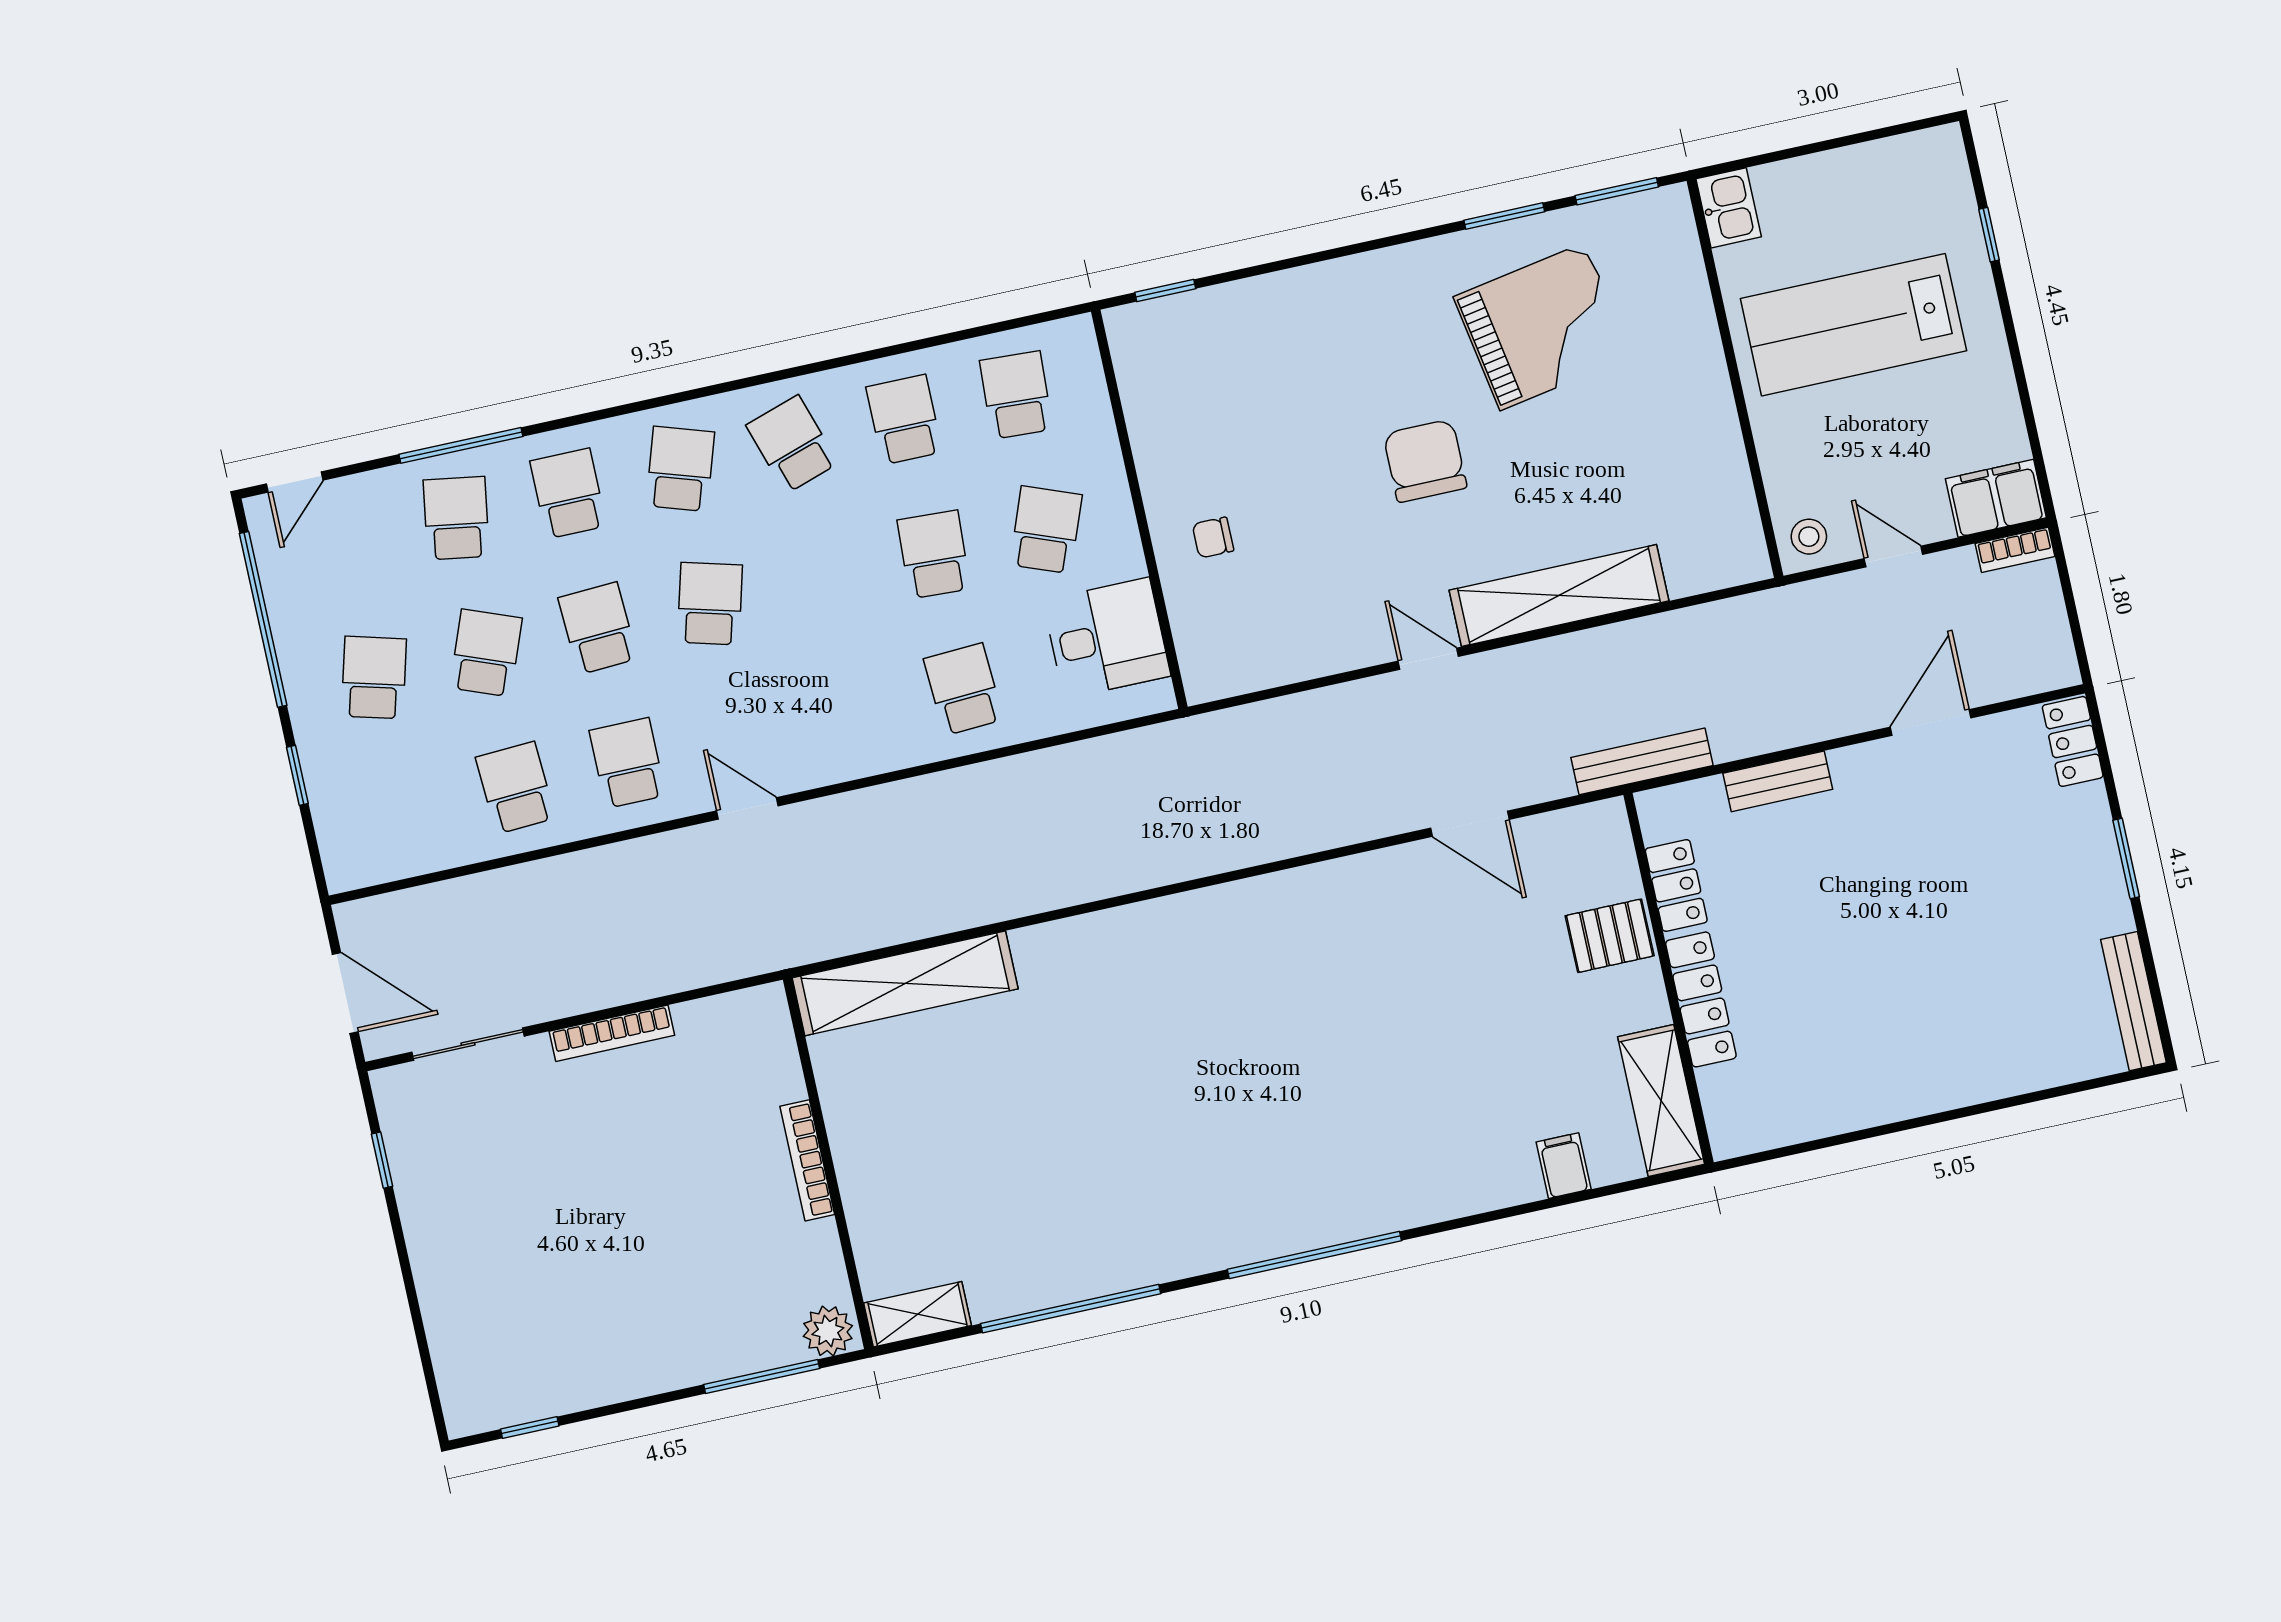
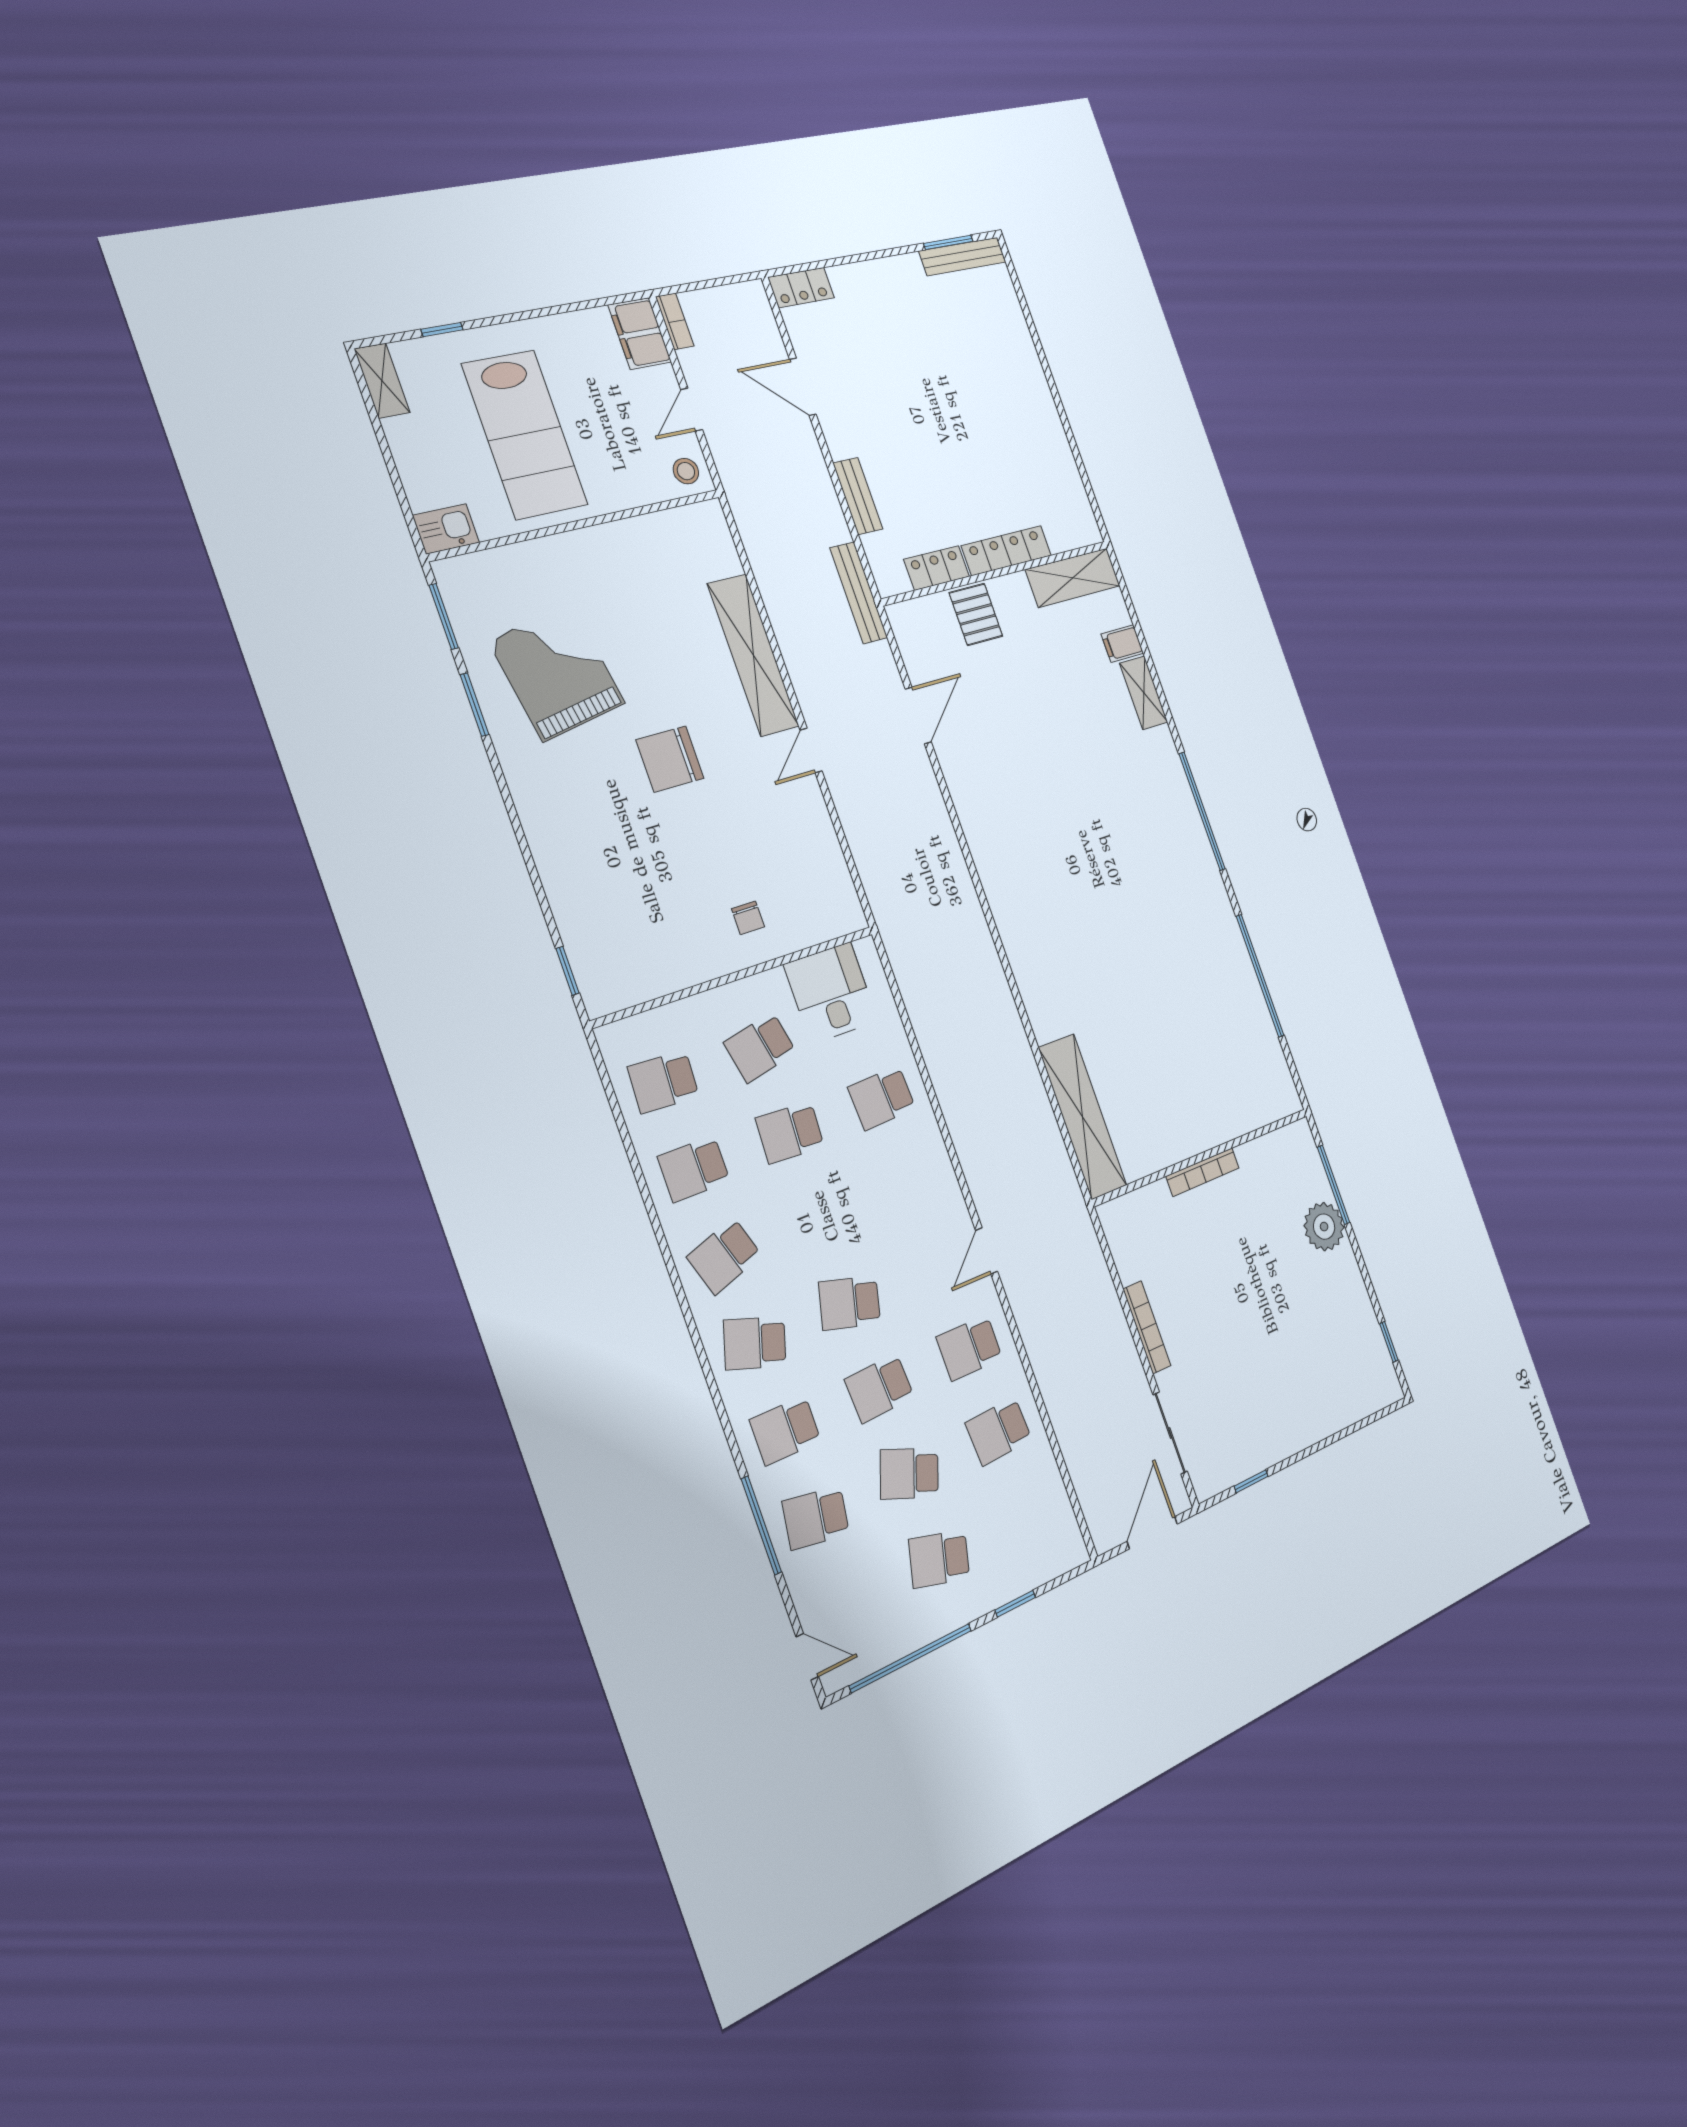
shelving: (1919, 151) -> (382, 381), added
school desk: (1046, 530) -> (760, 1047), turned -33
window: (2126, 858) -> (948, 242), moved
shelving: (918, 1314) -> (1144, 693), moved
plant: (828, 1331) -> (1324, 1227), moved, width x1.36, depth x1.36

